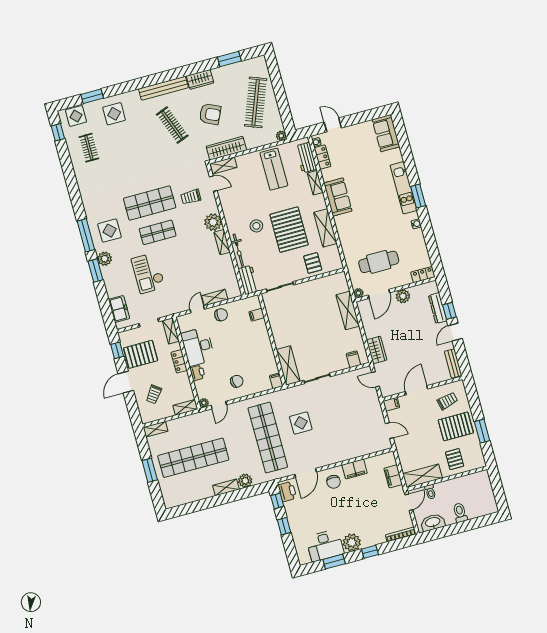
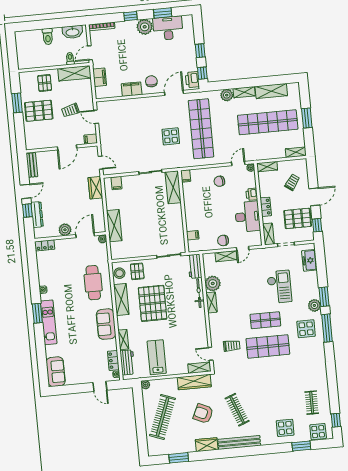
plant: (213, 222) -> (213, 283), moved
stool: (256, 226) -> (119, 273), moved
cafe table: (379, 262) -> (93, 283), moved, turned 90
trolley: (447, 401) -> (70, 110), moved
shelving: (195, 494) -> (271, 91), added

